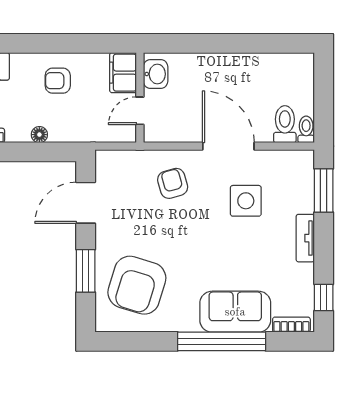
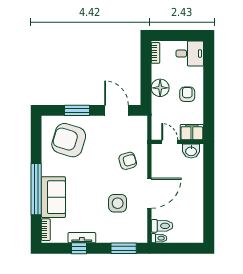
floor lamp: (39, 135) -> (160, 88), width x1.89, depth x1.89
tv unit: (305, 238) -> (82, 238), moved
window: (324, 298) -> (79, 248), moved

